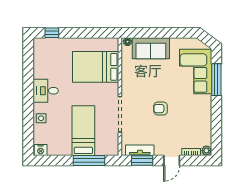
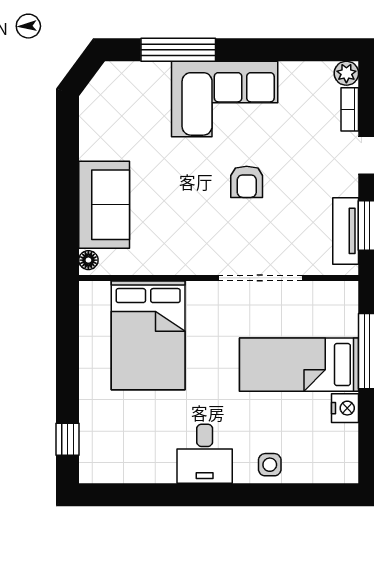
corner sofa: (196, 72) -> (225, 99), moved
nightstand: (41, 150) -> (345, 408), moved

